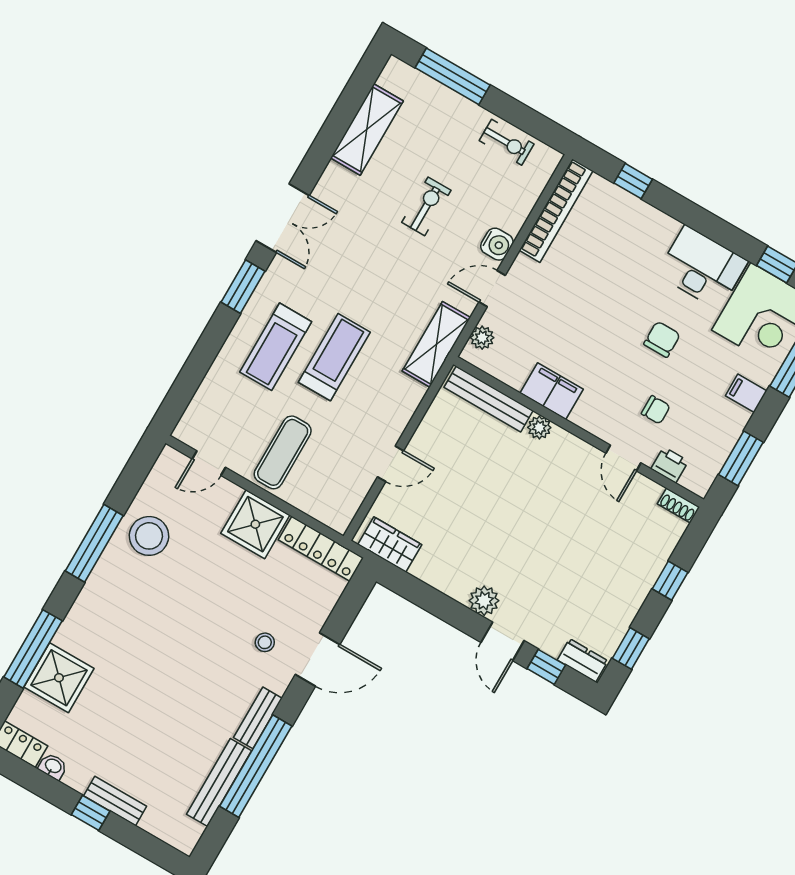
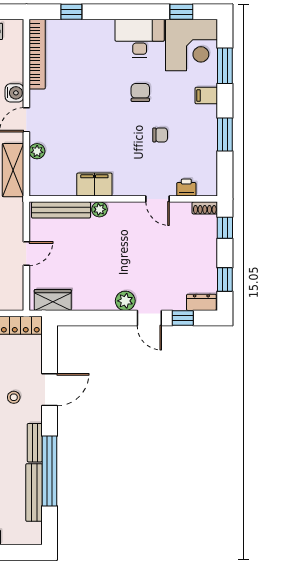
filing cabinet: (552, 391) -> (94, 185), moved
bench: (489, 399) -> (61, 210), moved
plant: (539, 427) -> (99, 209), moved
wall: (579, 432) -> (123, 199), moved
door: (623, 458) -> (158, 199), moved
printer: (670, 465) -> (186, 188), moved
shoe rack: (679, 506) -> (205, 208), moved

